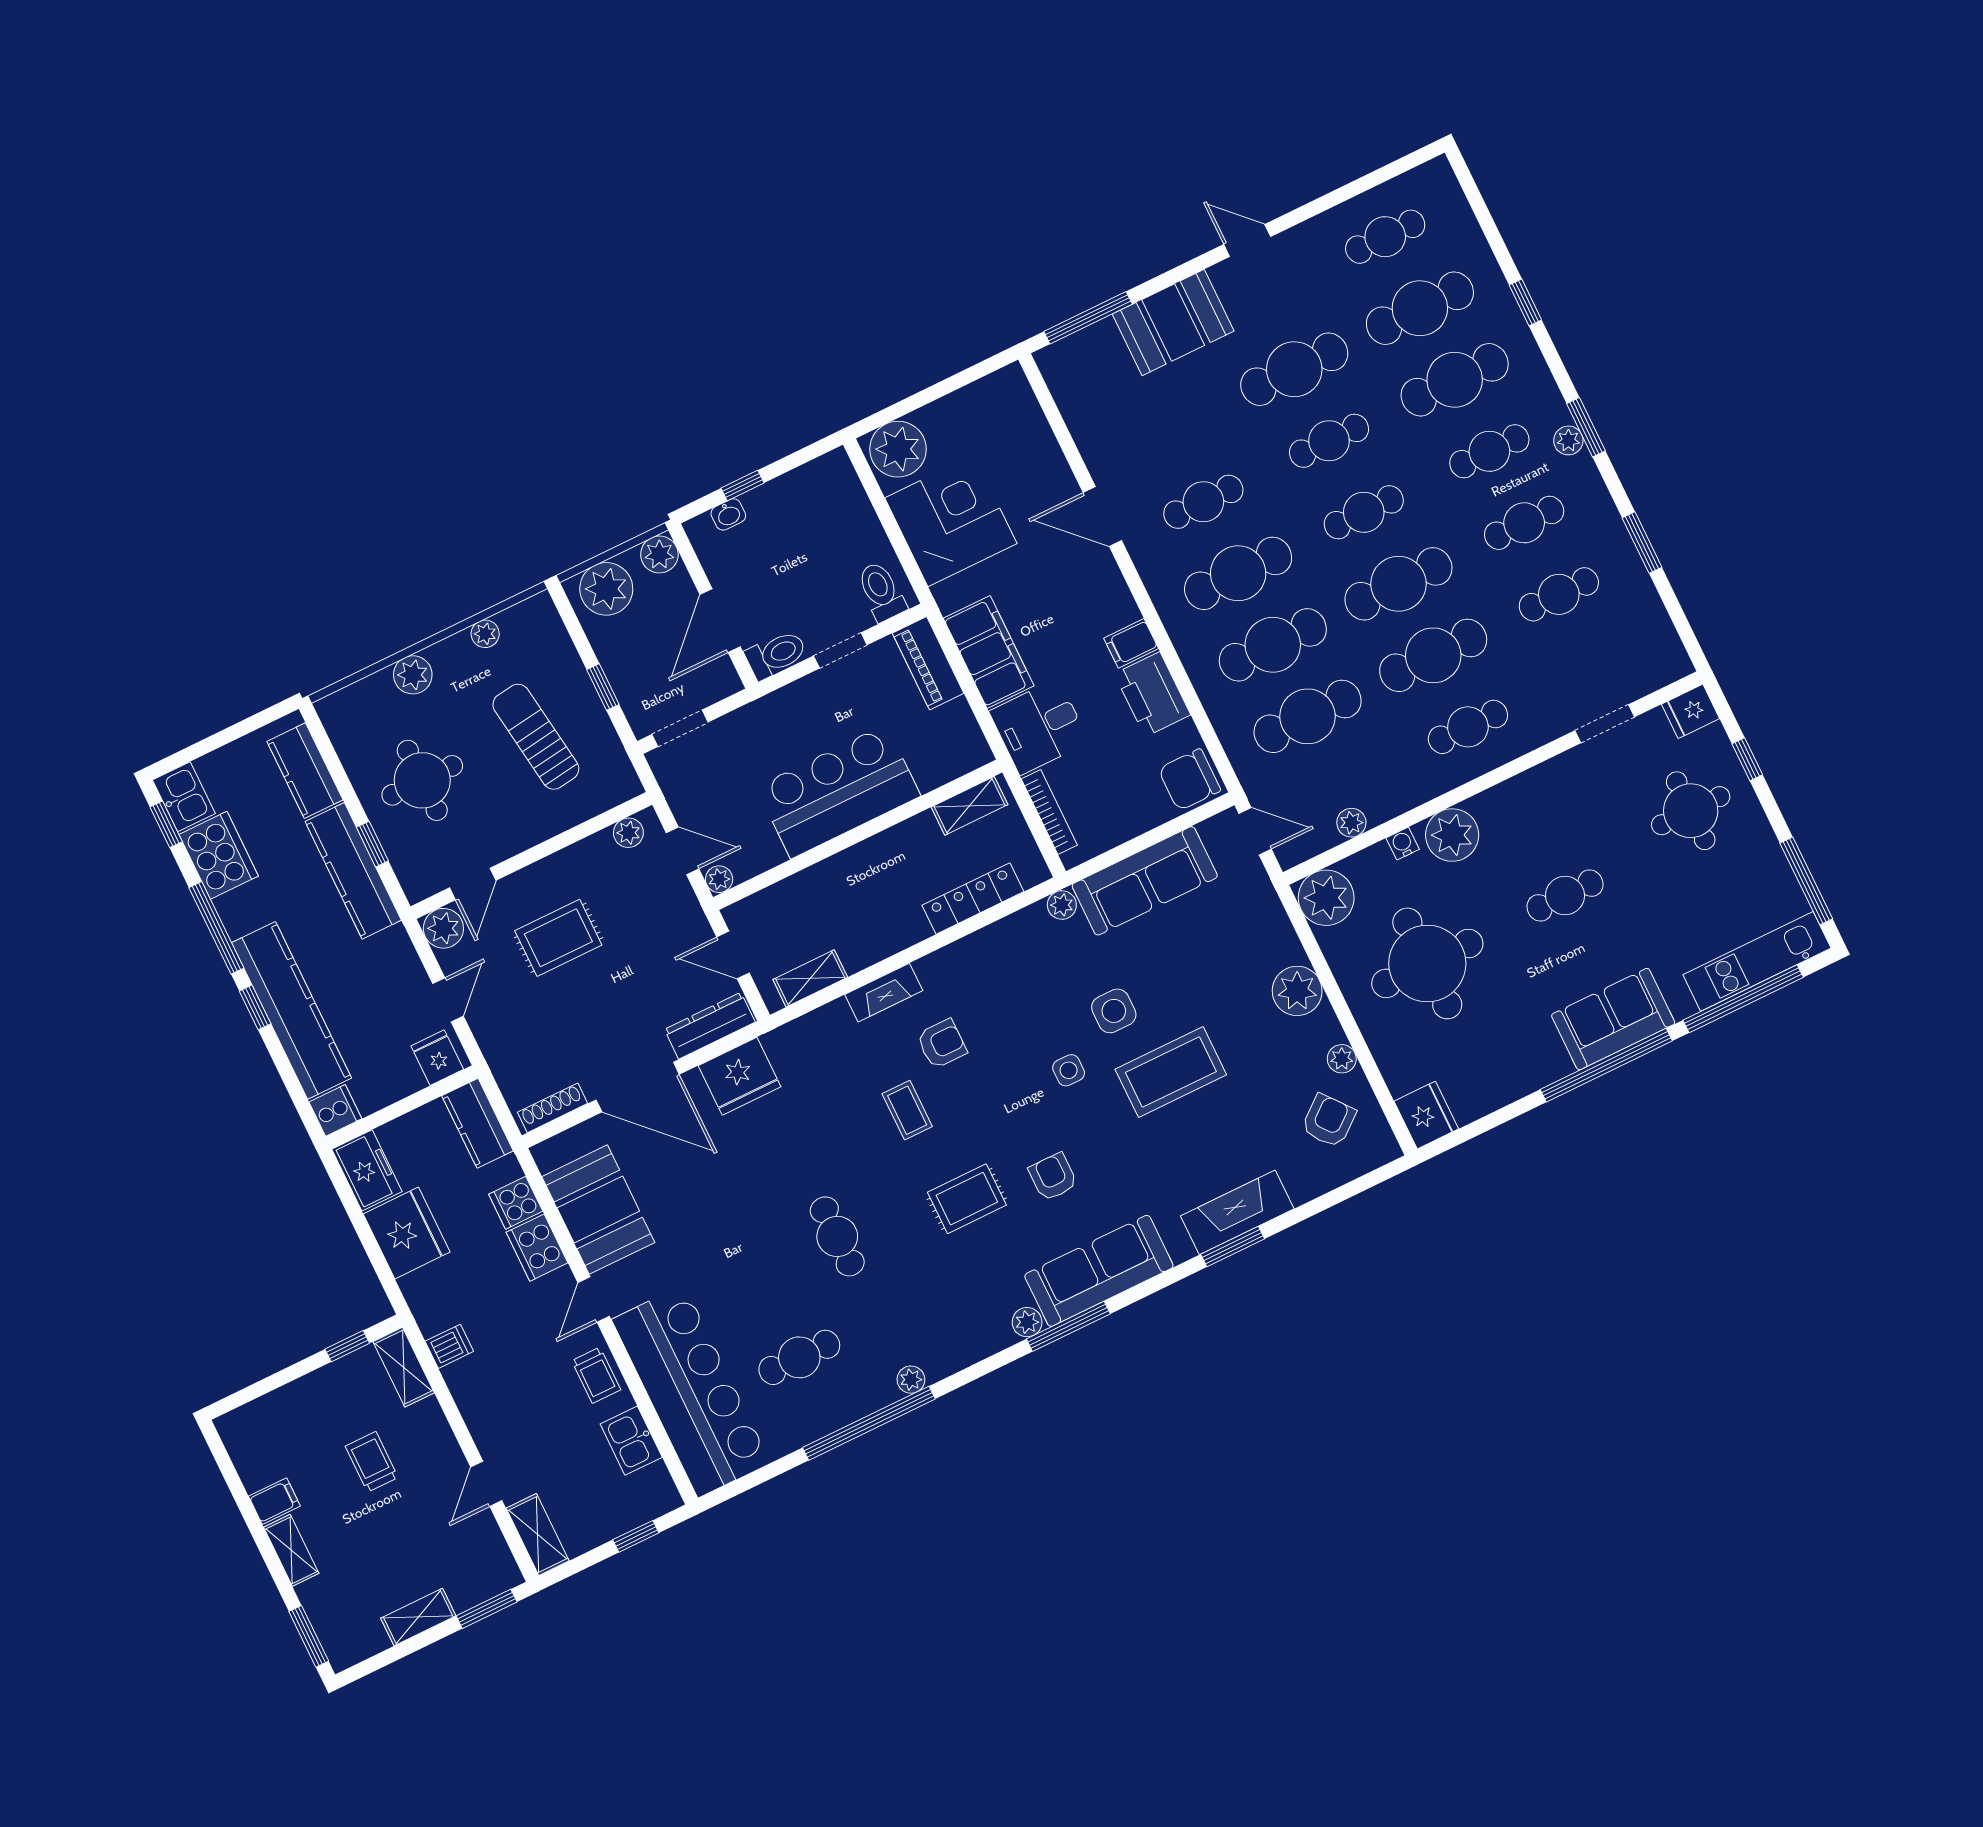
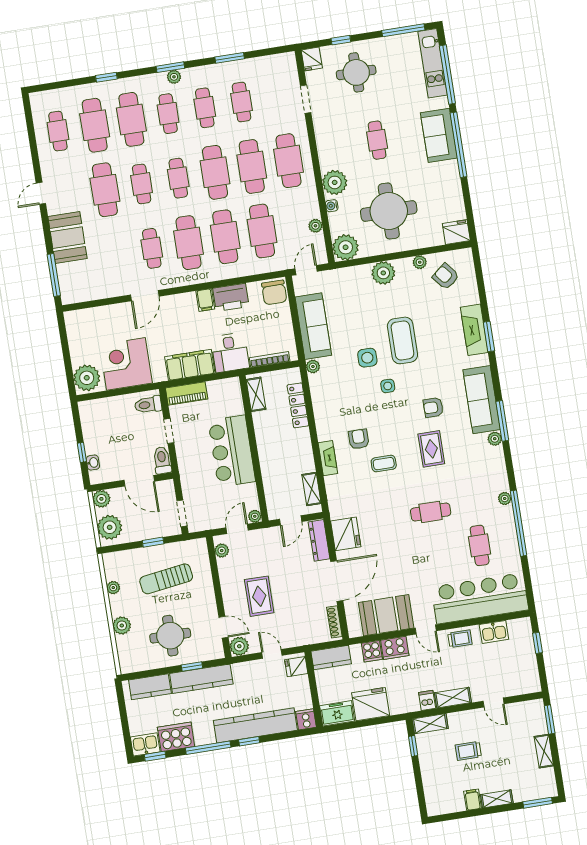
cafe table: (1468, 727) -> (288, 161), width x1.37, depth x1.35
shelving: (538, 1535) -> (453, 698), moved

